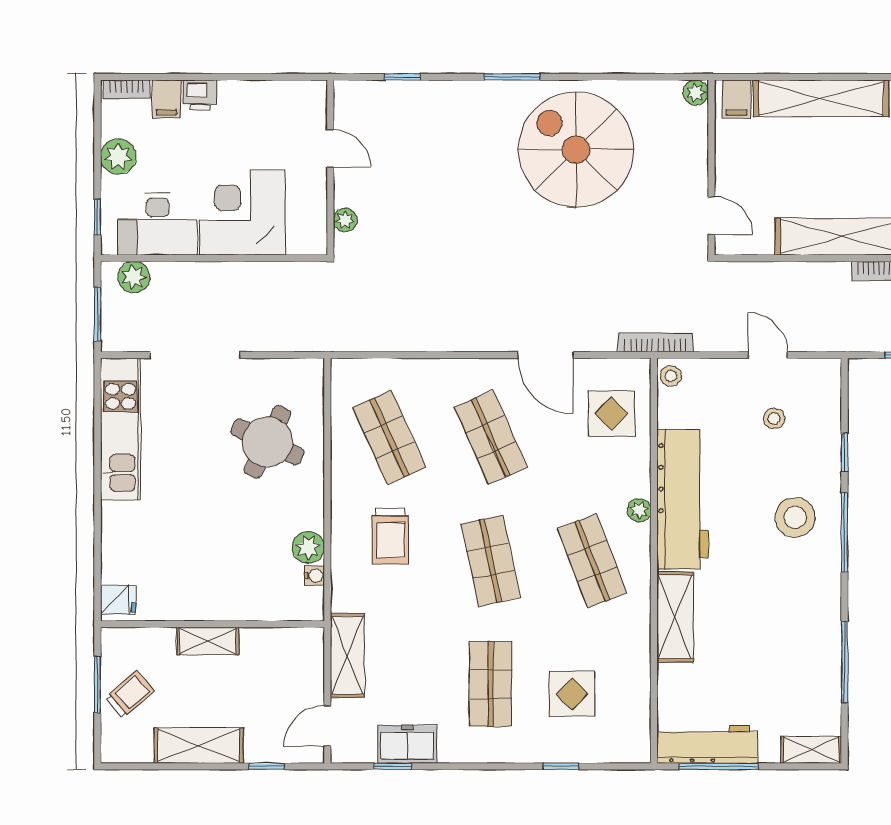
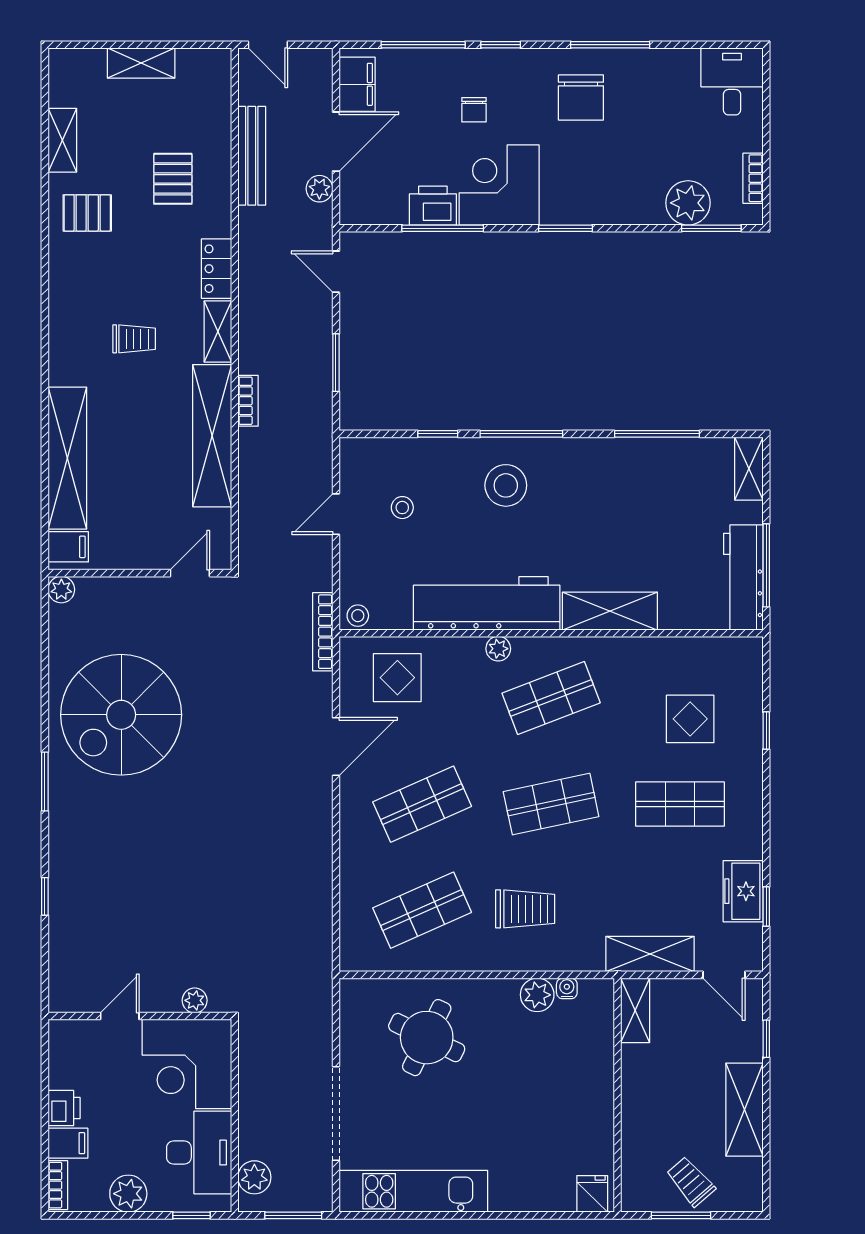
door: (330, 148) -> (120, 1016), moved
wall: (330, 168) -> (140, 1016), moved
plant: (345, 220) -> (195, 1000), moved
shelving: (208, 641) -> (635, 1010), moved

